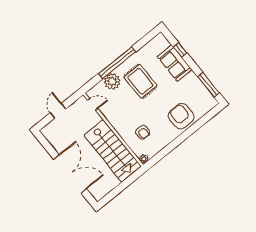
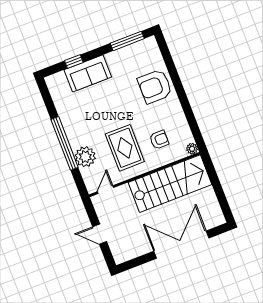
rug: (140, 81) -> (125, 148), moved, turned 90

